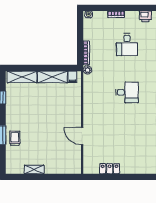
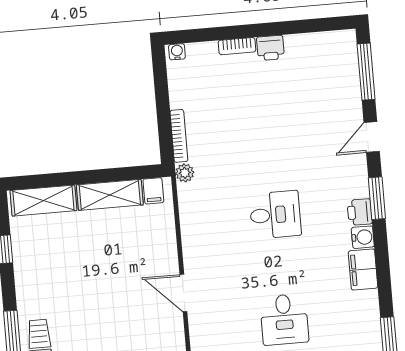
printer: (145, 16) -> (270, 48), moved
desk: (127, 44) -> (284, 319), moved
door: (82, 136) -> (183, 293), moved

